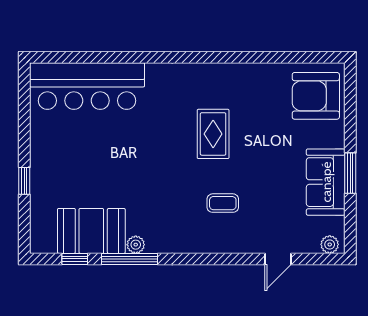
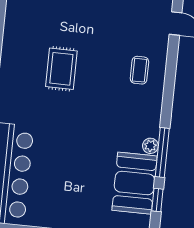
rug: (213, 134) -> (61, 69), turned 90
coffee table: (223, 203) -> (139, 70), moved

